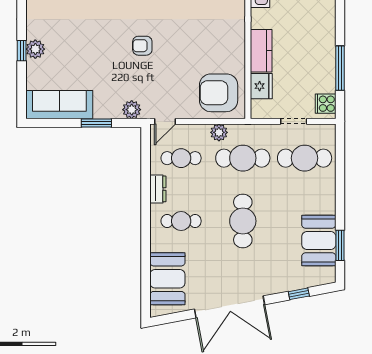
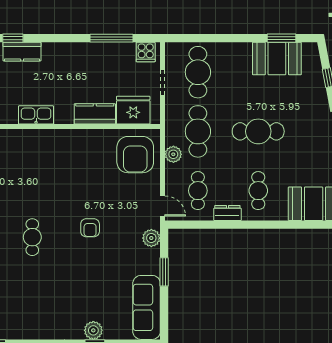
fridge: (261, 86) -> (133, 110), width x1.36, depth x1.34

